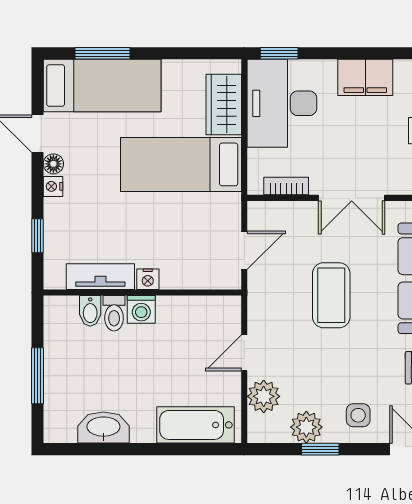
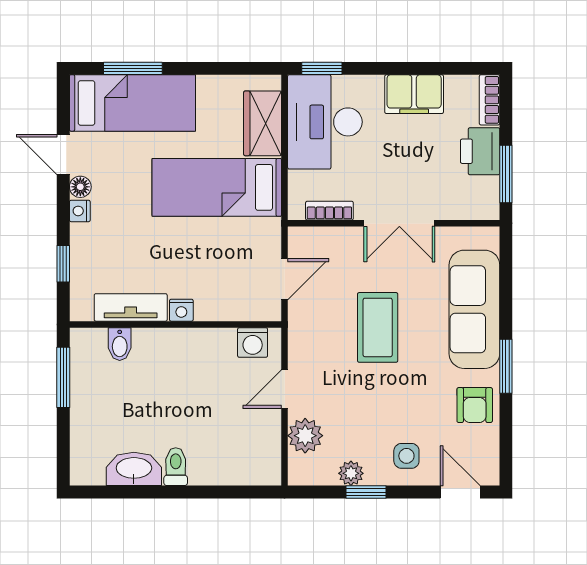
washing machine: (141, 309) -> (253, 343), moved
toilet: (114, 313) -> (176, 467), moved, turned 180
window: (37, 376) -> (63, 377), moved
bathtub: (195, 425) -> (232, 466), removed
plant: (306, 427) -> (351, 473), width x0.73, depth x0.73

